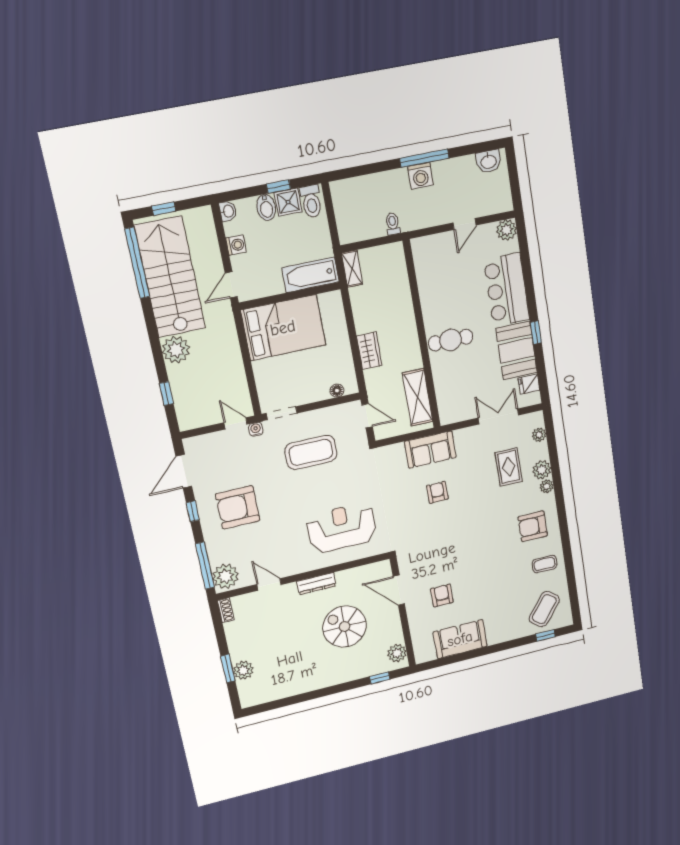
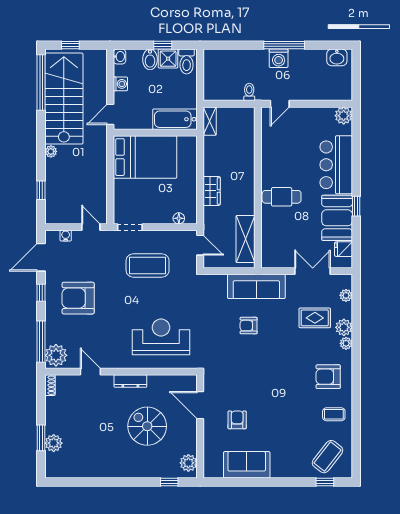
door: (465, 224) -> (280, 104), moved
plant: (176, 350) -> (51, 151), width x0.53, depth x0.53
water cooler: (256, 429) -> (66, 236), moved
sofa: (430, 450) -> (256, 286), width x1.36
rug: (509, 467) -> (315, 318), turned 90
armchair: (437, 492) -> (249, 326), turned -89

